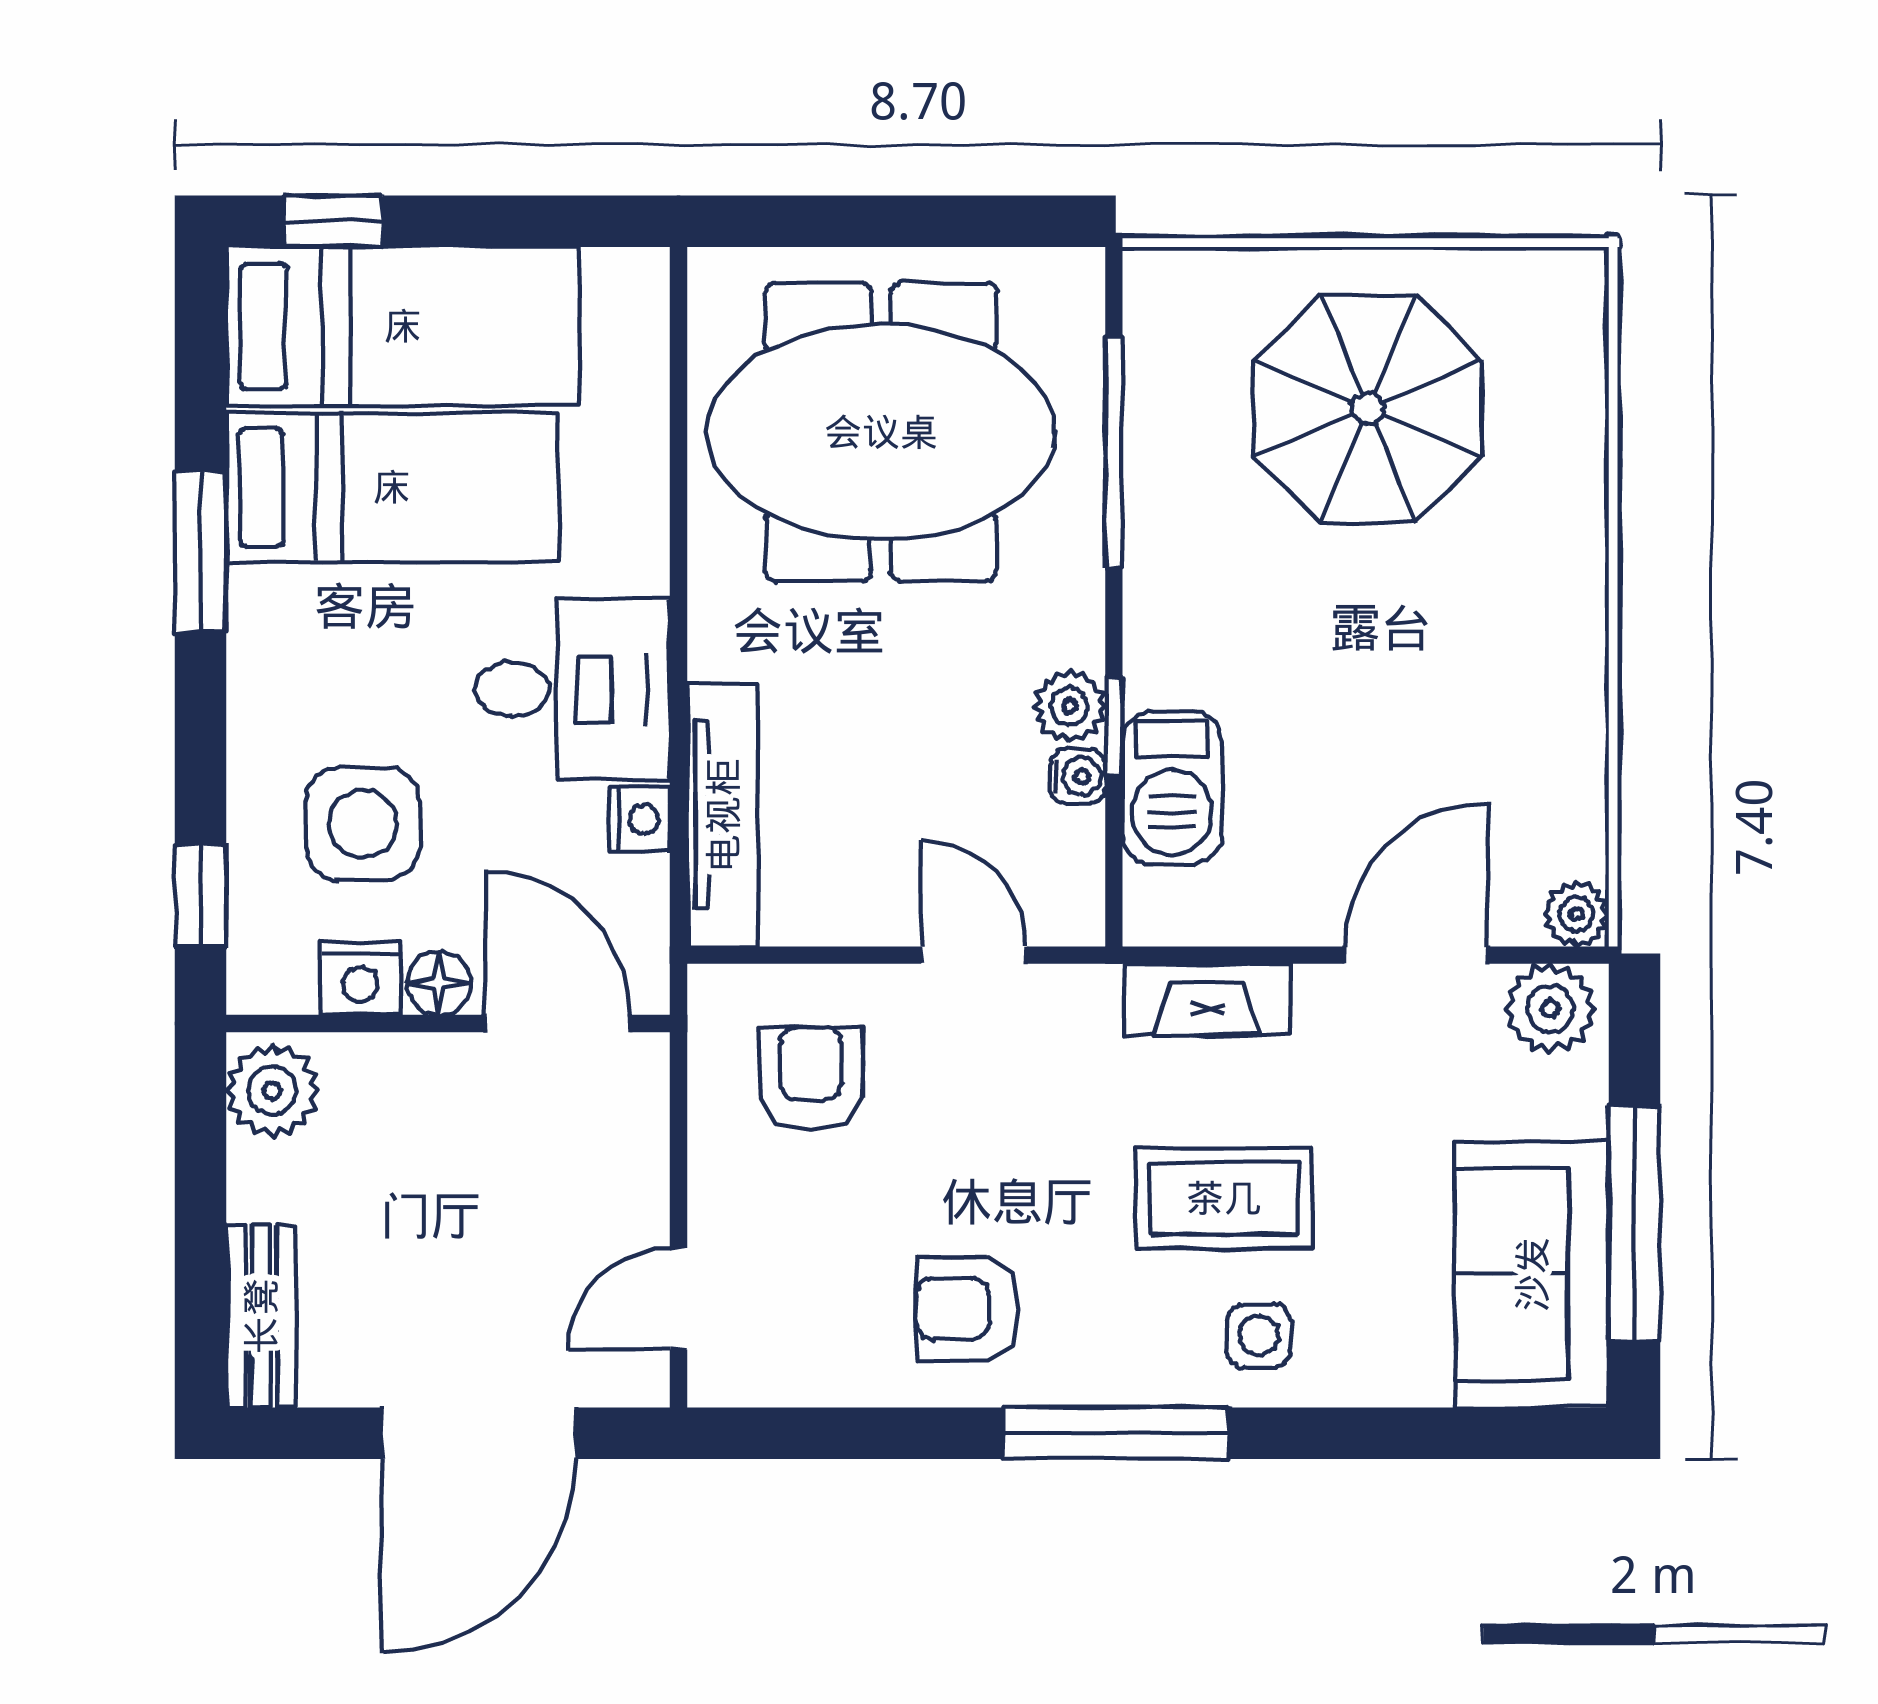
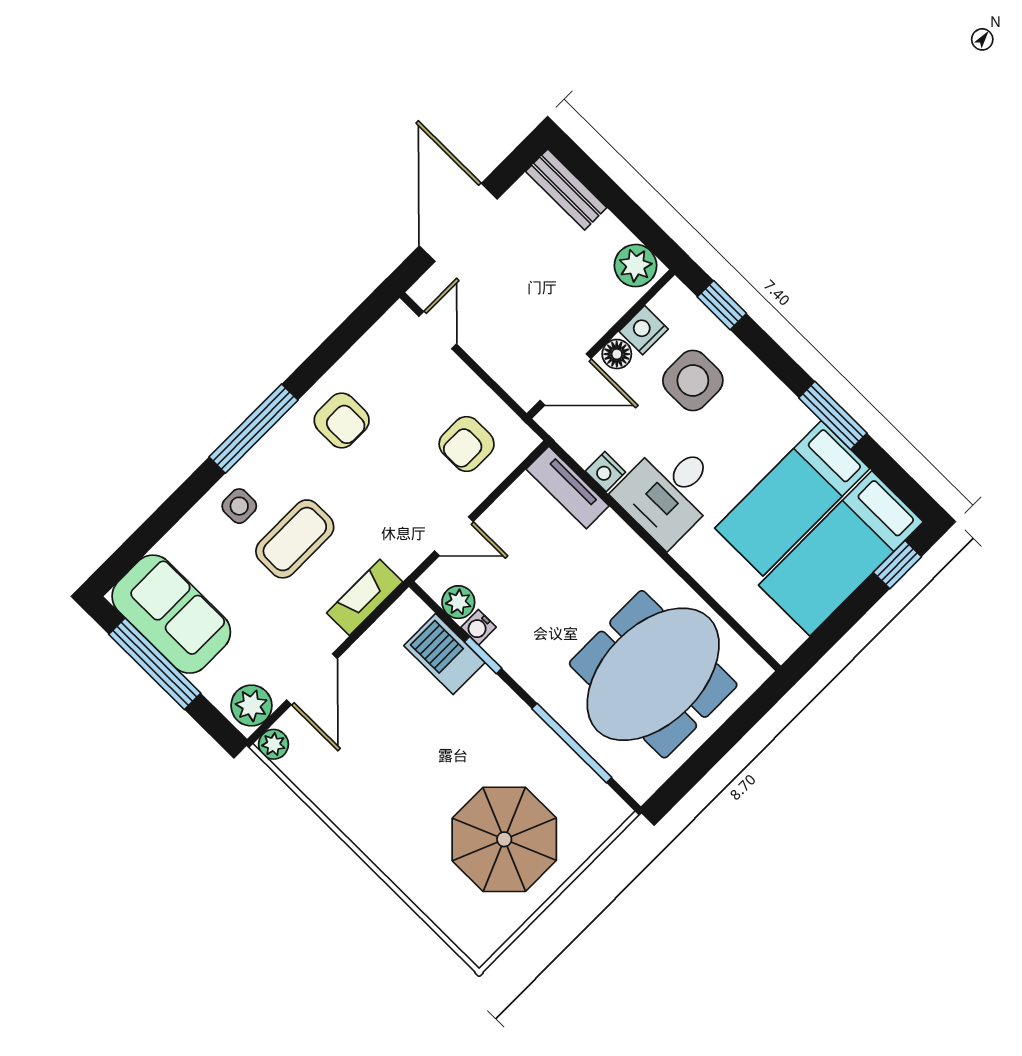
plant: (1070, 706) -> (458, 602), moved
tv unit: (723, 815) -> (568, 488), width x0.71
armchair: (811, 1078) -> (467, 444), turned 90
armchair: (967, 1309) -> (342, 420), turned 90

